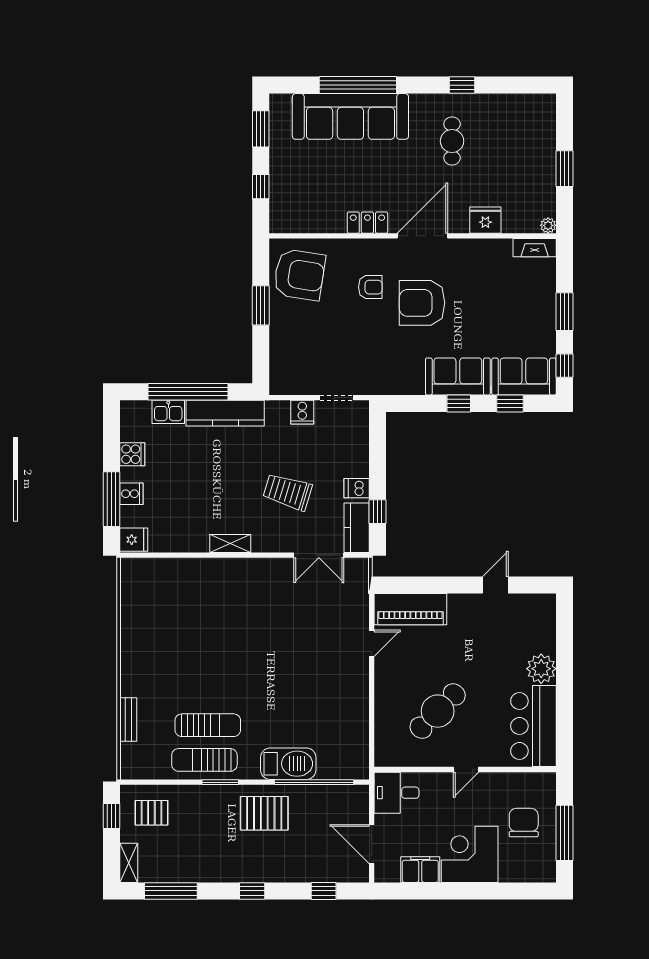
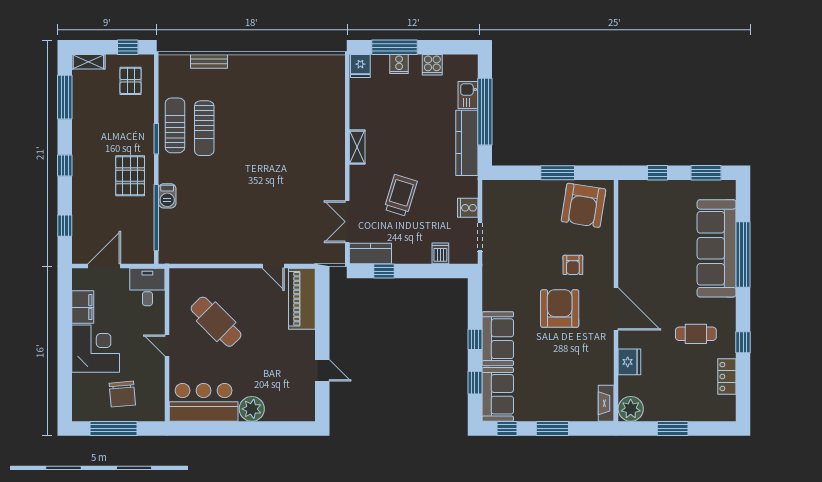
locker: (367, 223) -> (727, 377), moved, turned 180
plant: (548, 225) -> (631, 409), width x1.88, depth x1.88
dishwasher: (357, 488) -> (440, 253), moved
barbecue: (288, 764) -> (167, 196), width x0.53, depth x0.65
chair: (524, 823) -> (122, 394), turned 85

